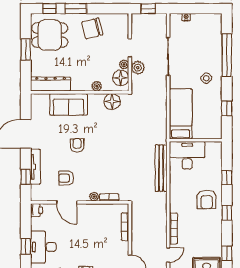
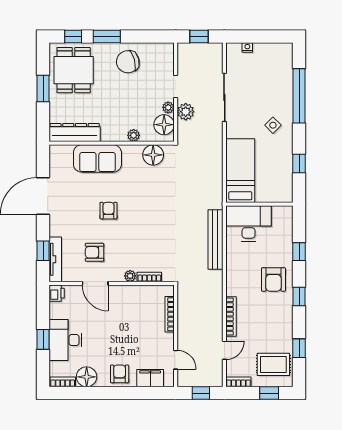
dining table: (50, 35) -> (74, 70), turned 90
tv unit: (35, 167) -> (55, 259), moved

